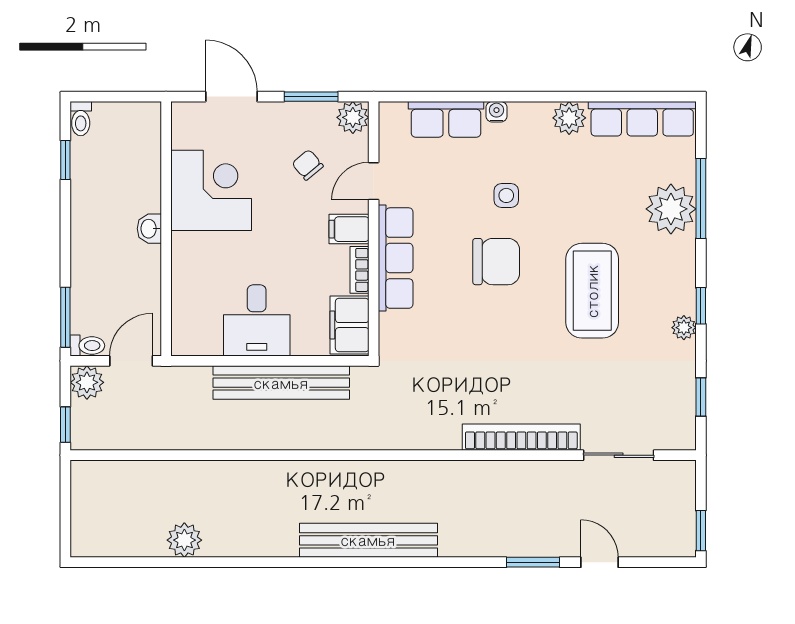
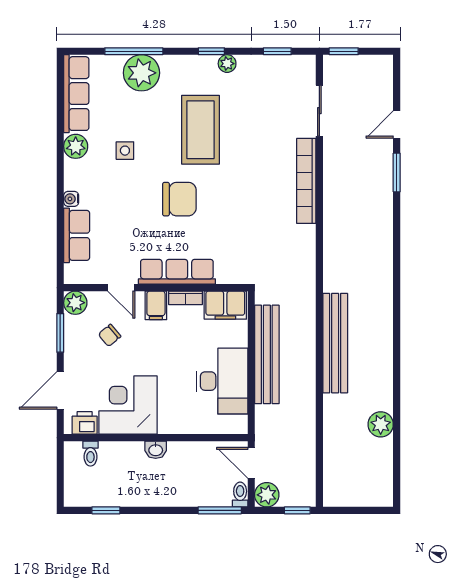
toilet: (81, 119) -> (90, 454), moved, turned 90
printer: (186, 130) -> (85, 423), added
side table: (506, 195) -> (125, 151), moved
chair: (496, 262) -> (179, 199), turned 90
coffee table: (592, 291) -> (200, 130), turned 90
desk: (257, 320) -> (222, 381), width x1.37
window: (701, 531) -> (344, 51), moved
bench: (368, 540) -> (335, 343), moved

